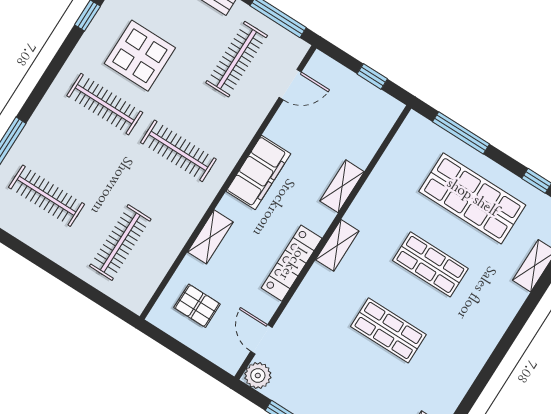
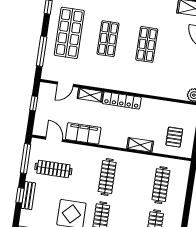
filing cabinet: (258, 173) -> (83, 133), moved
clothes rail: (120, 243) -> (161, 185), turned 90
shelving: (337, 245) -> (118, 85), removed
locker: (292, 263) -> (122, 100), moved
door: (261, 339) -> (65, 84), moved

